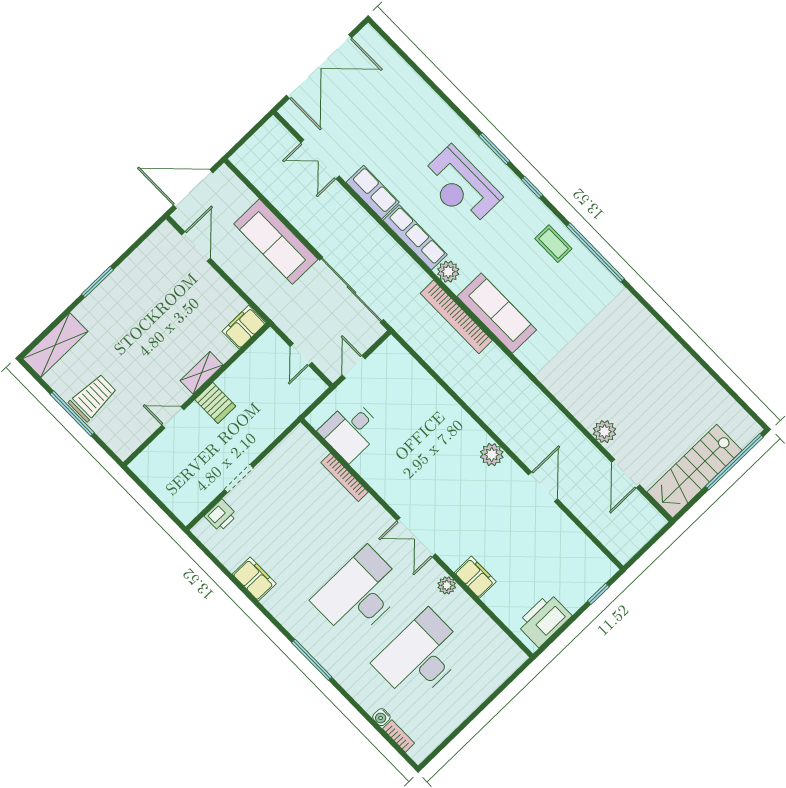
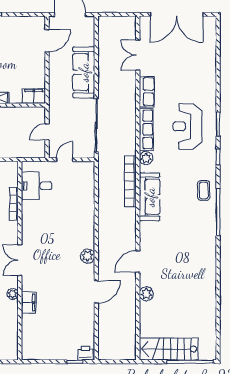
door: (626, 474) -> (138, 261), moved
printer: (544, 620) -> (85, 353), moved, width x0.53, depth x0.68

